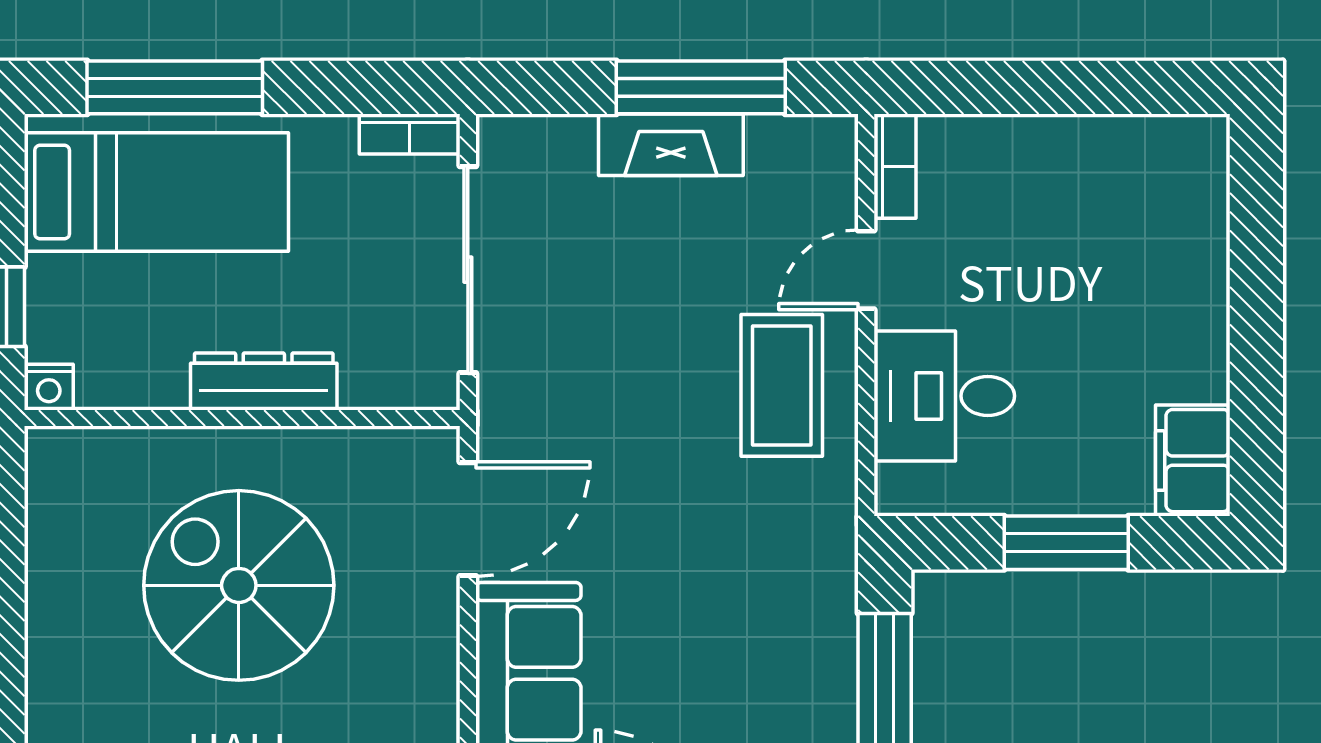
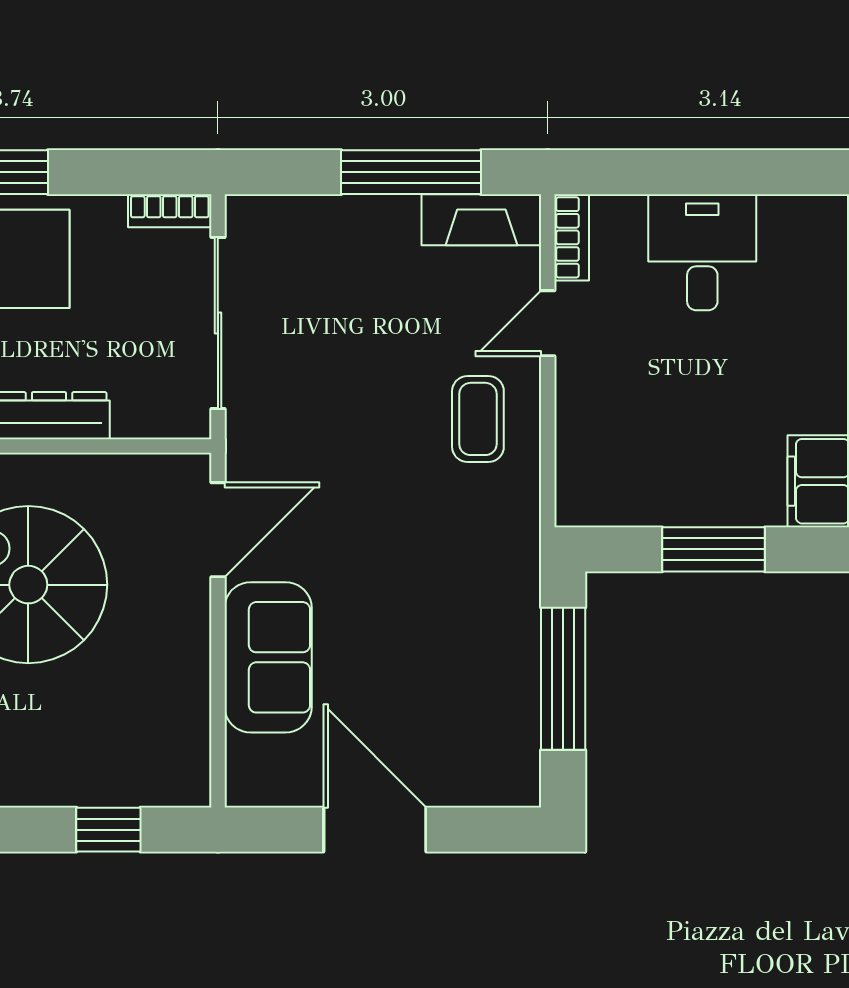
fireplace: (671, 145) -> (481, 220), moved
coffee table: (782, 385) -> (478, 419), width x0.73, depth x0.77
desk: (944, 396) -> (702, 252), moved, turned 90

